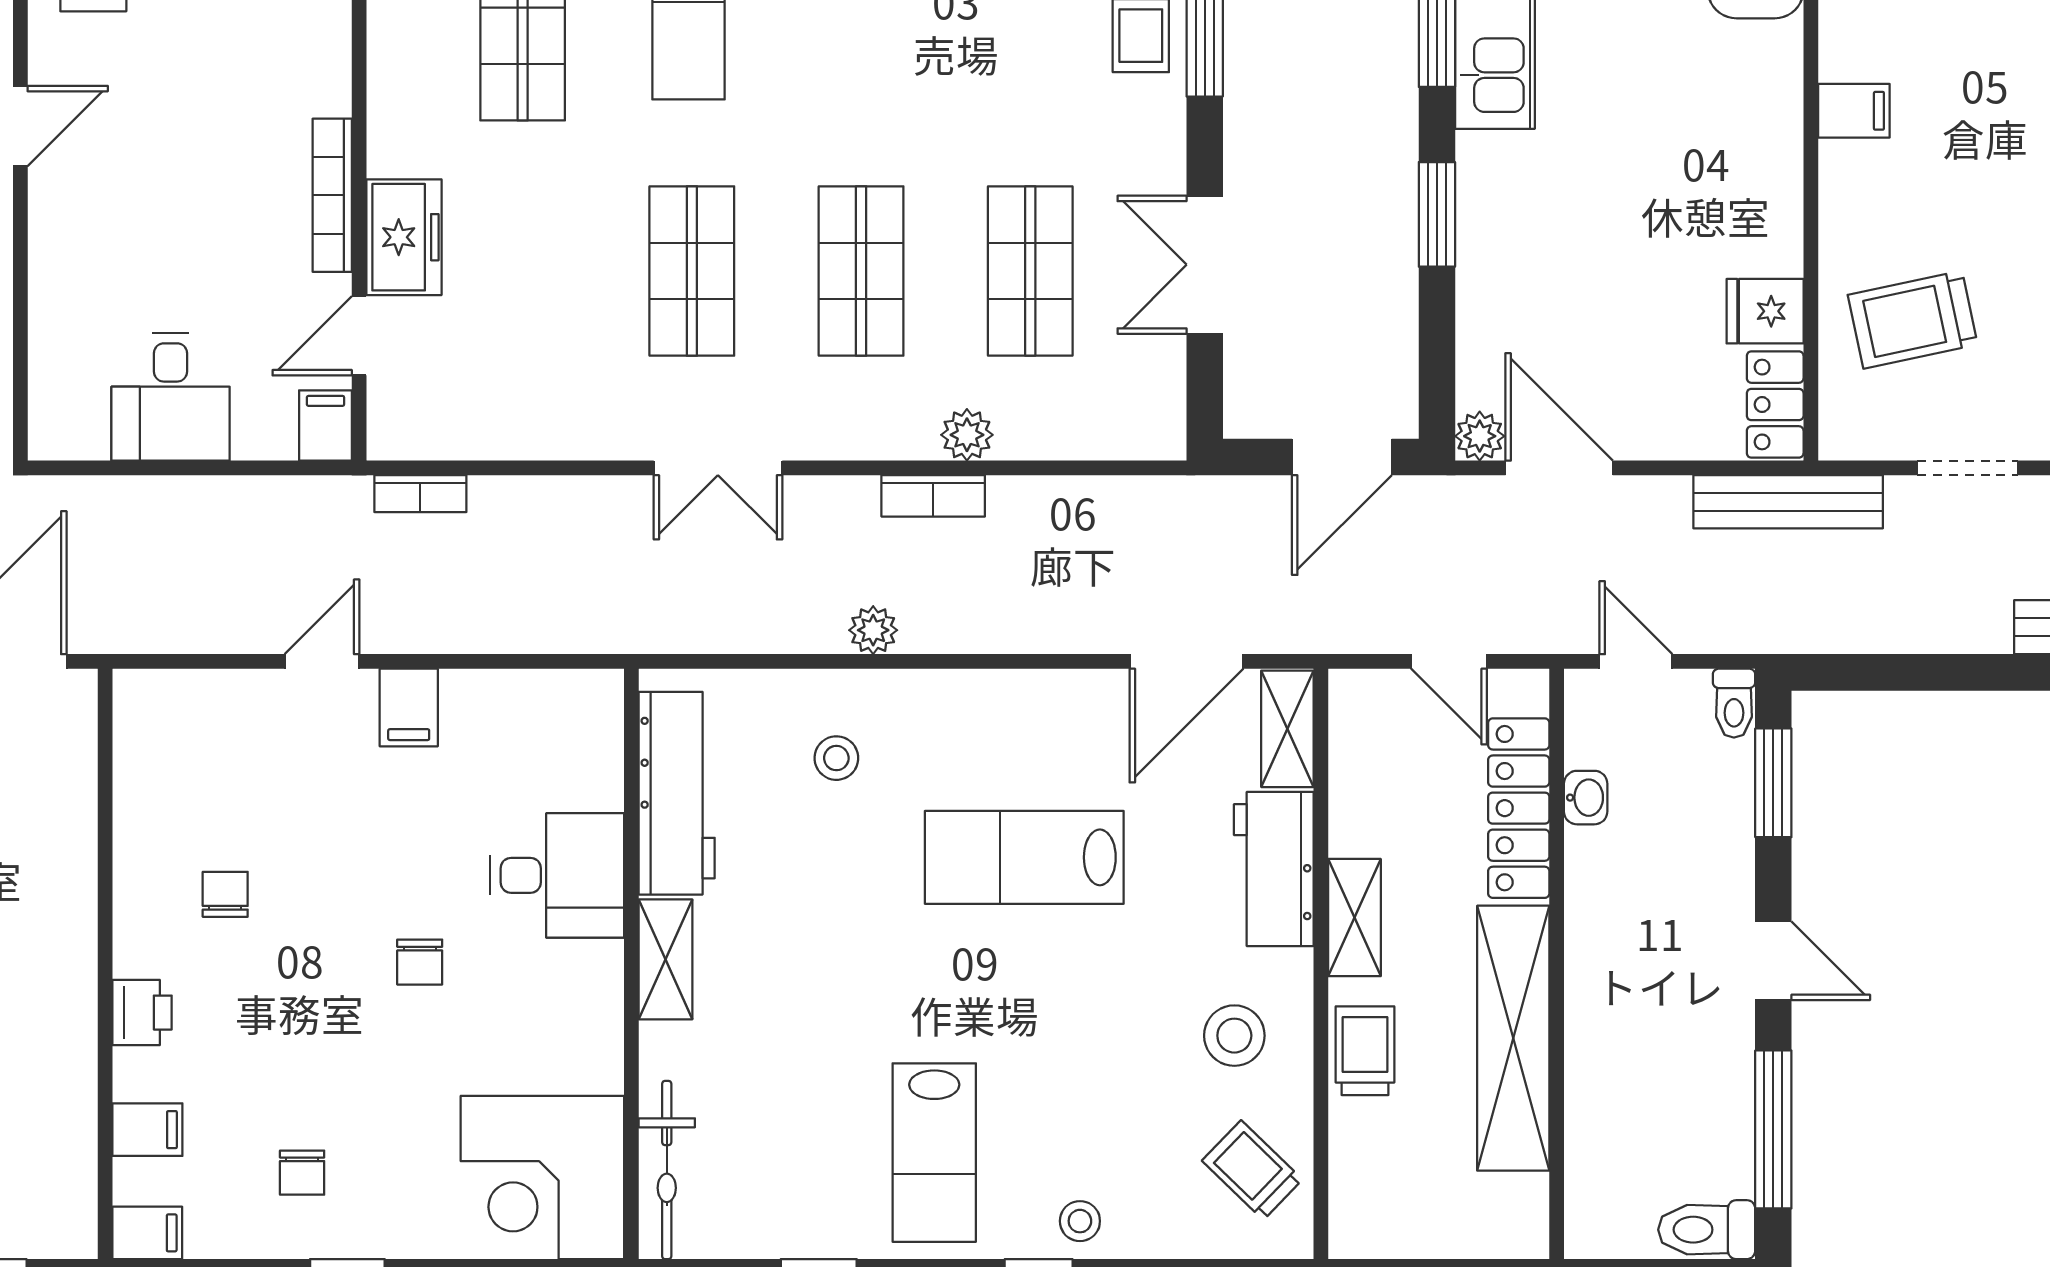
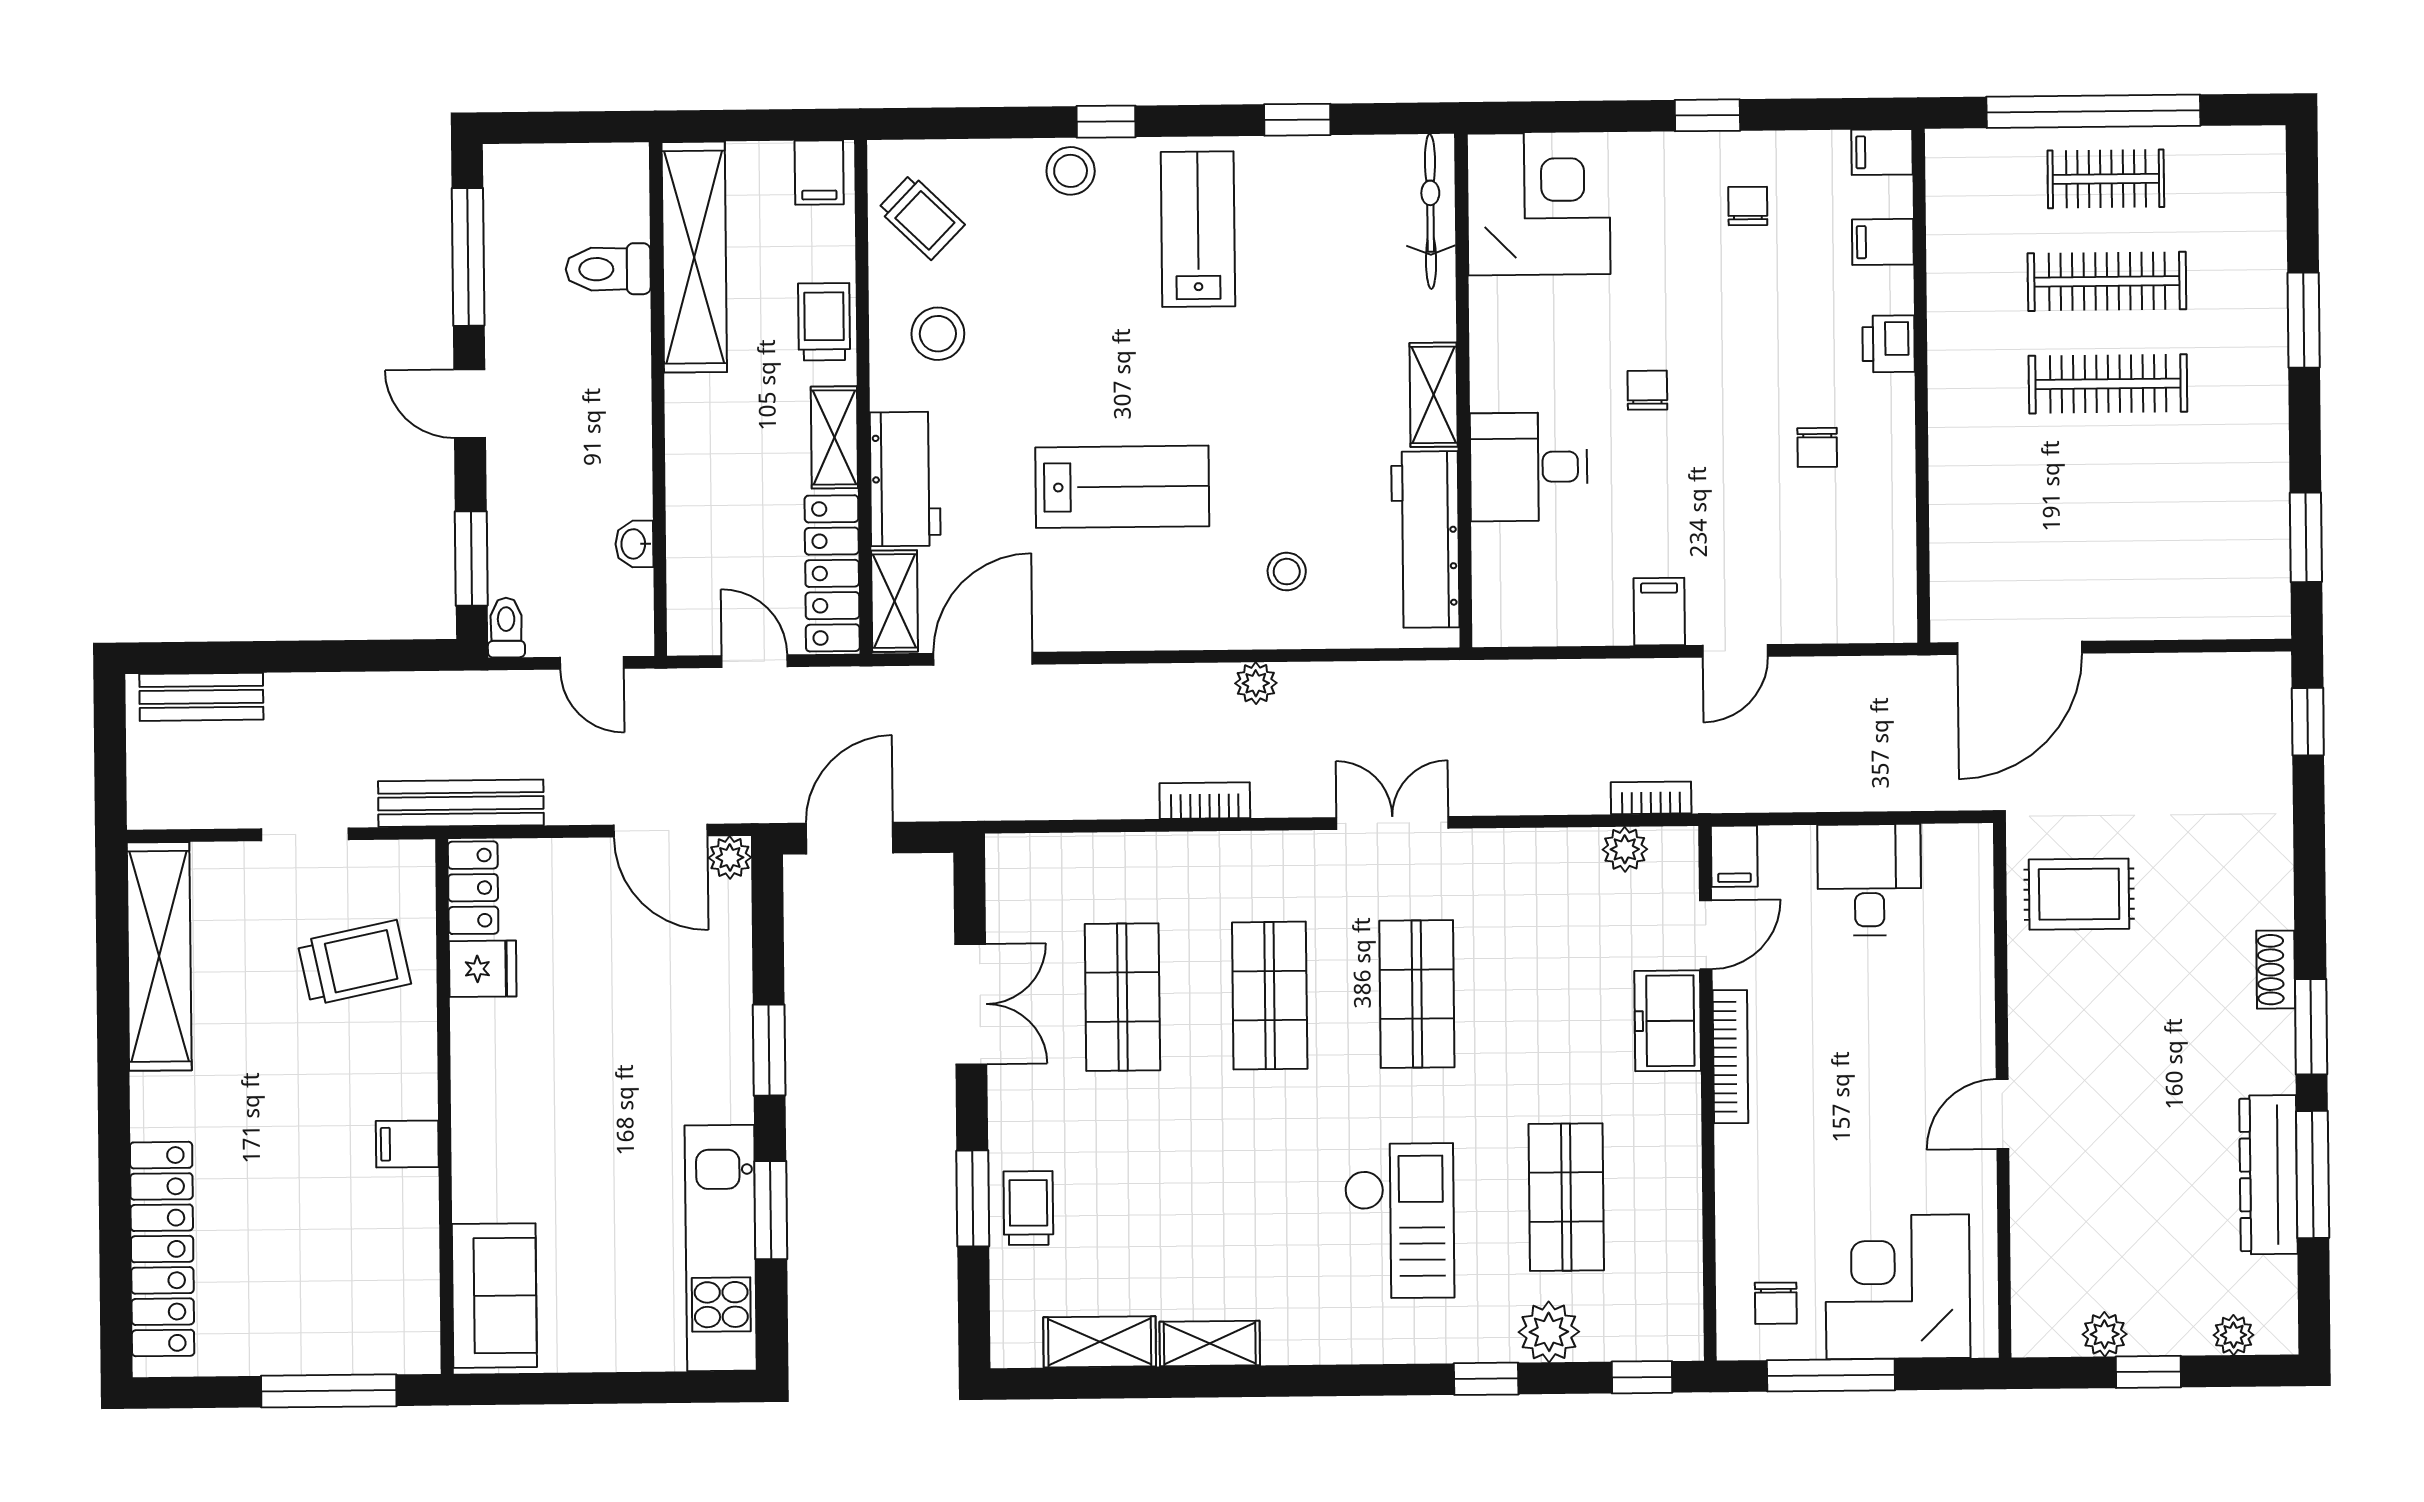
plant: (967, 435) -> (1625, 849), moved
locker: (1519, 808) -> (832, 573), moved, turned 180
shelving: (1513, 1038) -> (694, 257), moved
trolley: (1365, 1051) -> (824, 322), turned 180
stool: (1080, 1221) -> (1071, 171), width x1.37, depth x1.37
filing cabinet: (1369, 1222) -> (819, 173), added
toilet: (1707, 1230) -> (608, 269), moved, turned 180

